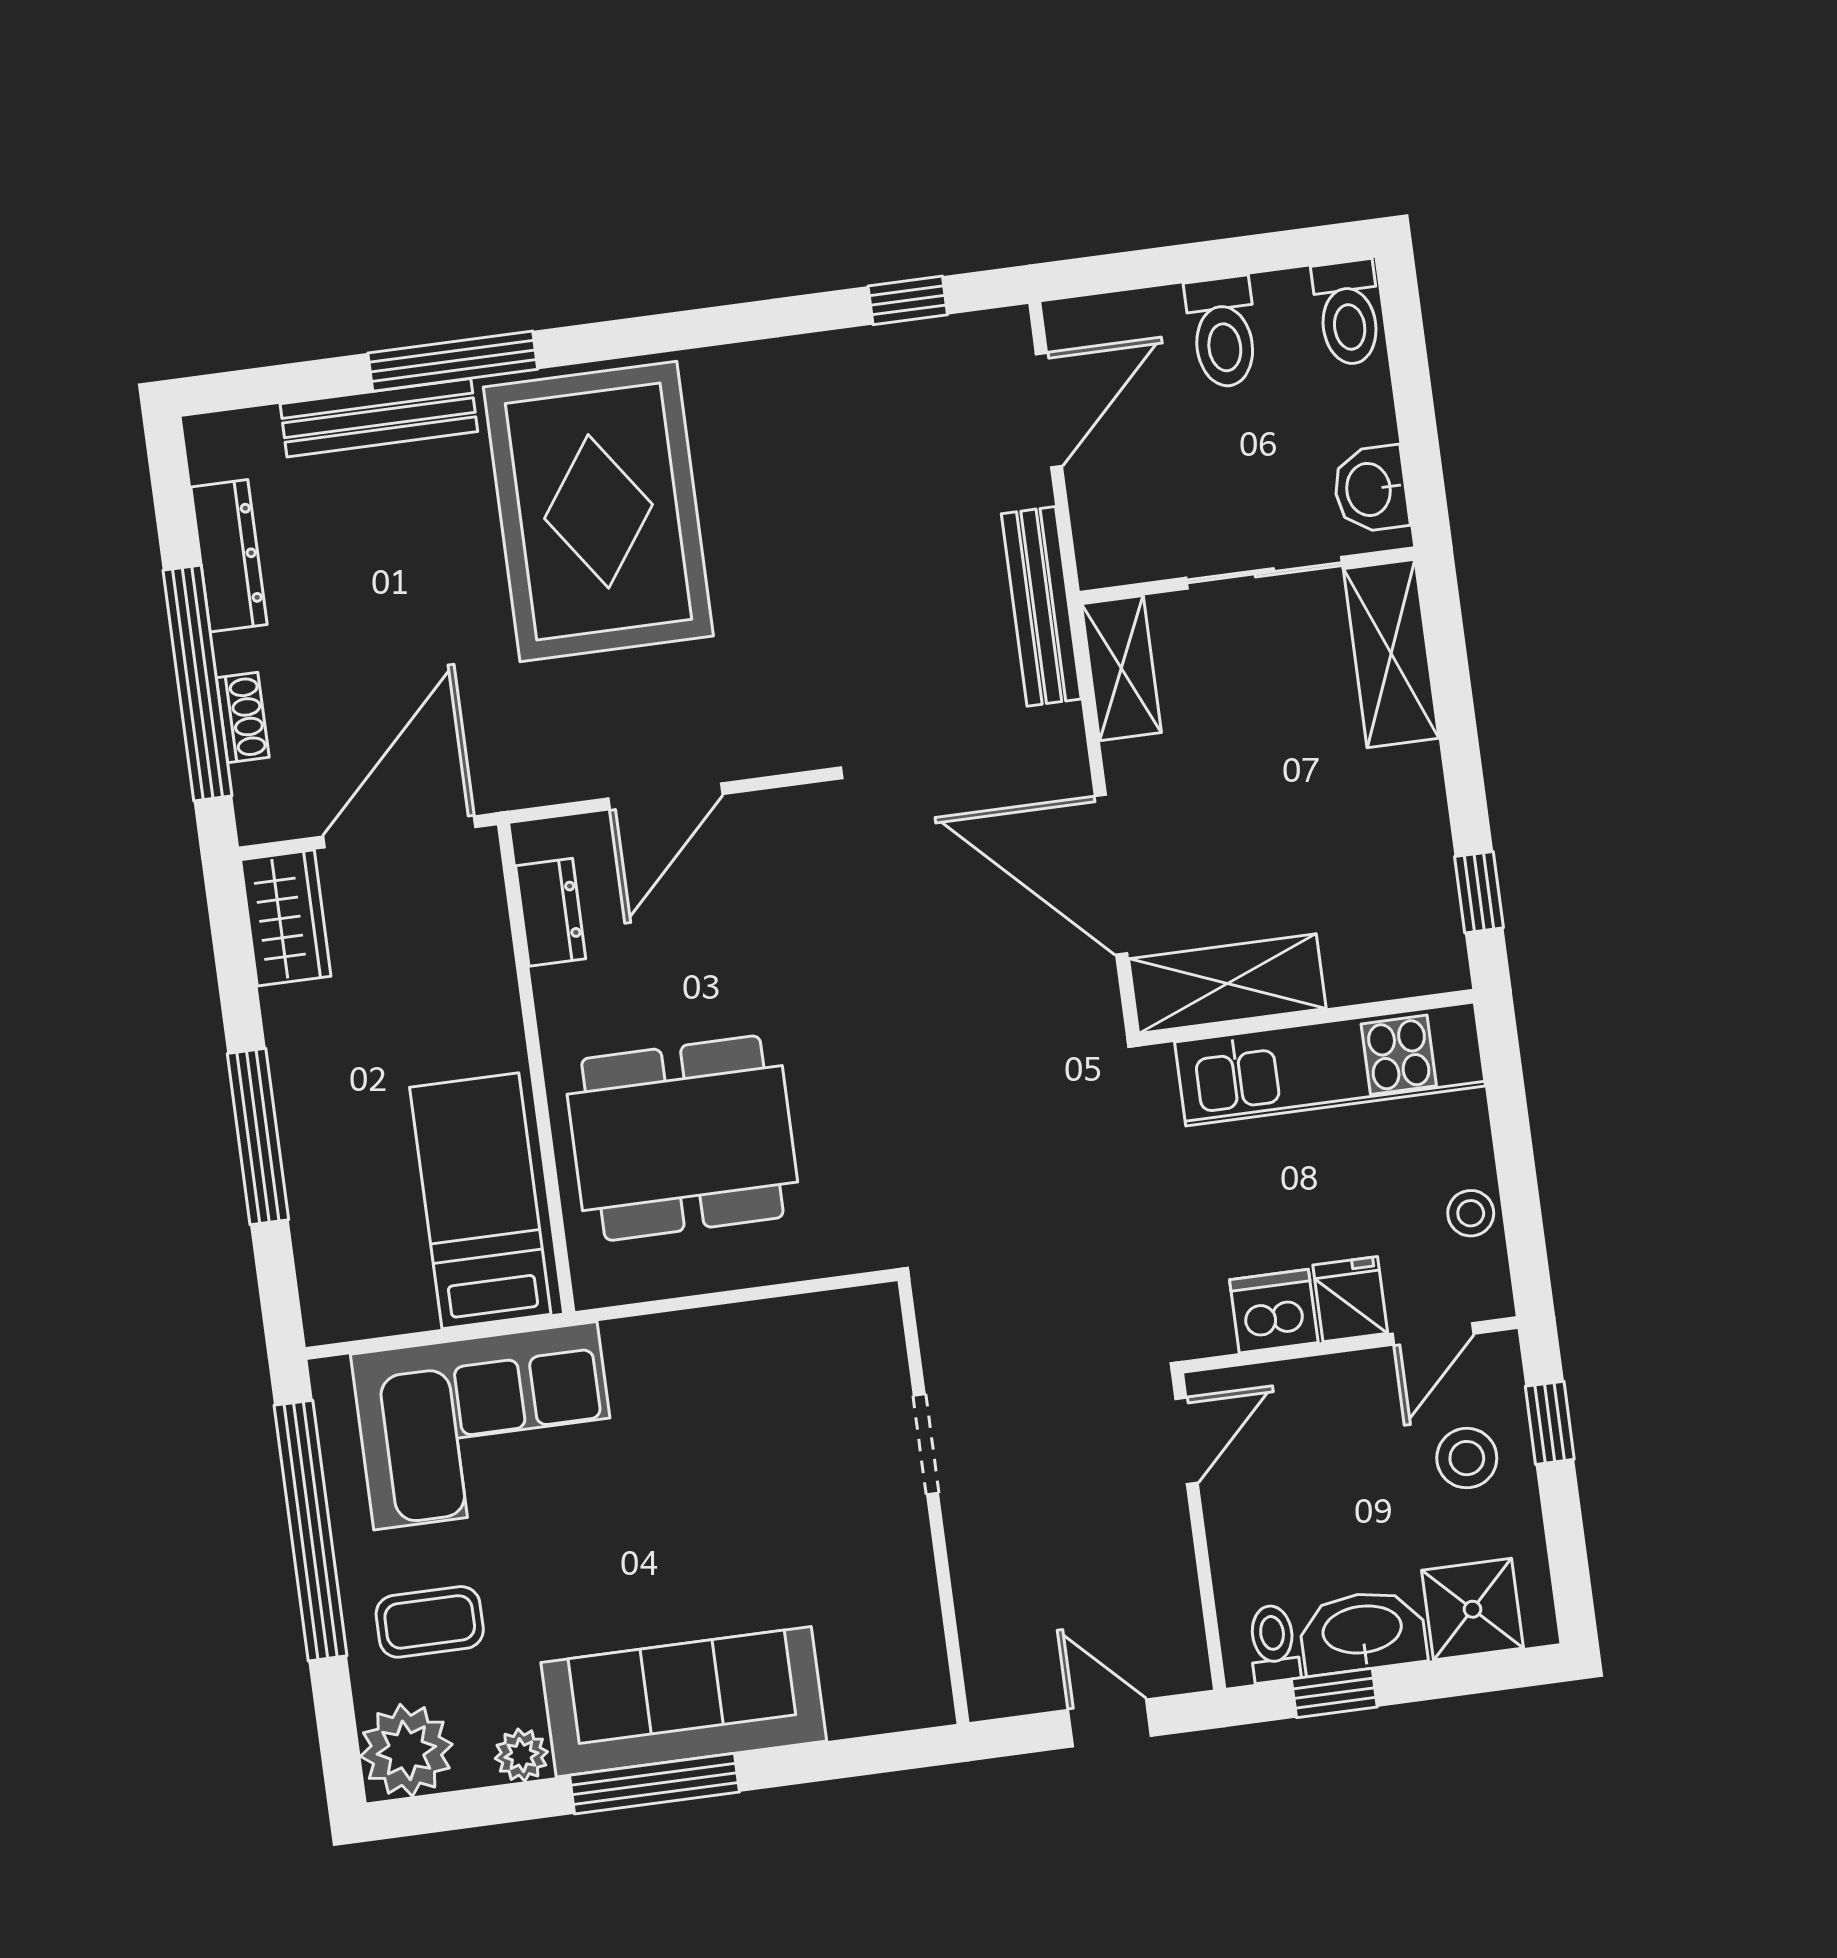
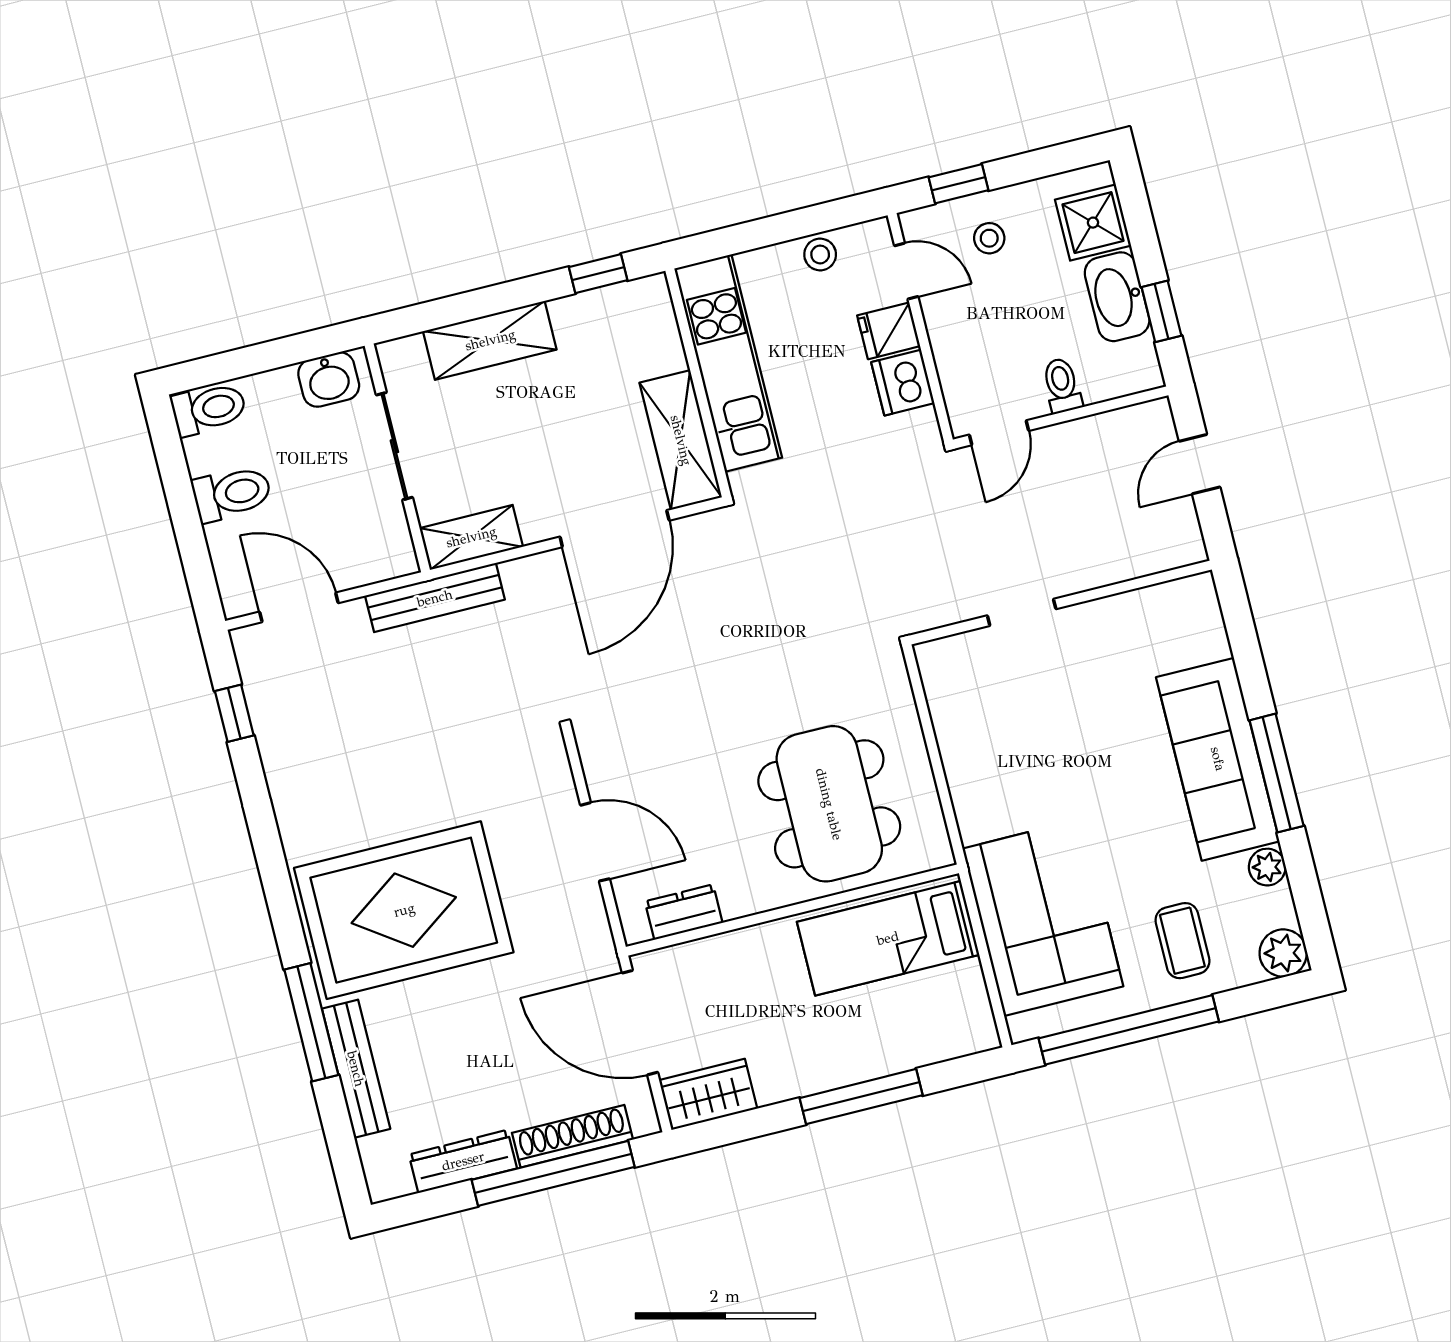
shelving: (1391, 654) -> (490, 340), moved
shoe rack: (243, 717) -> (572, 1136), width x1.94, depth x1.24
door: (1187, 1441) -> (999, 433), swing flipped
stool: (1467, 1458) -> (989, 238), width x0.73, depth x0.73
toilet: (1273, 1643) -> (1062, 385), moved, turned 90
plant: (406, 1750) -> (1283, 953), width x0.73, depth x0.73

